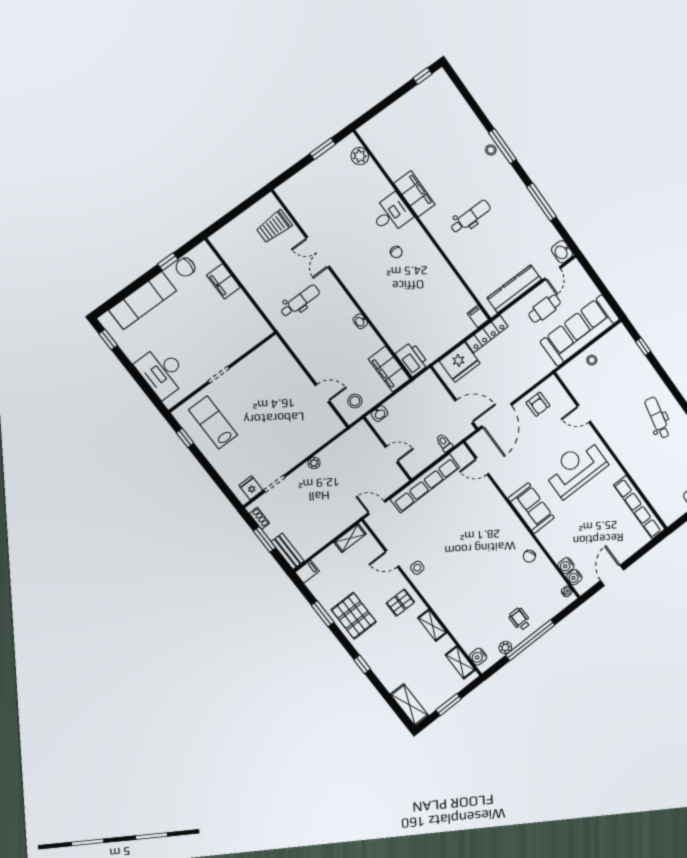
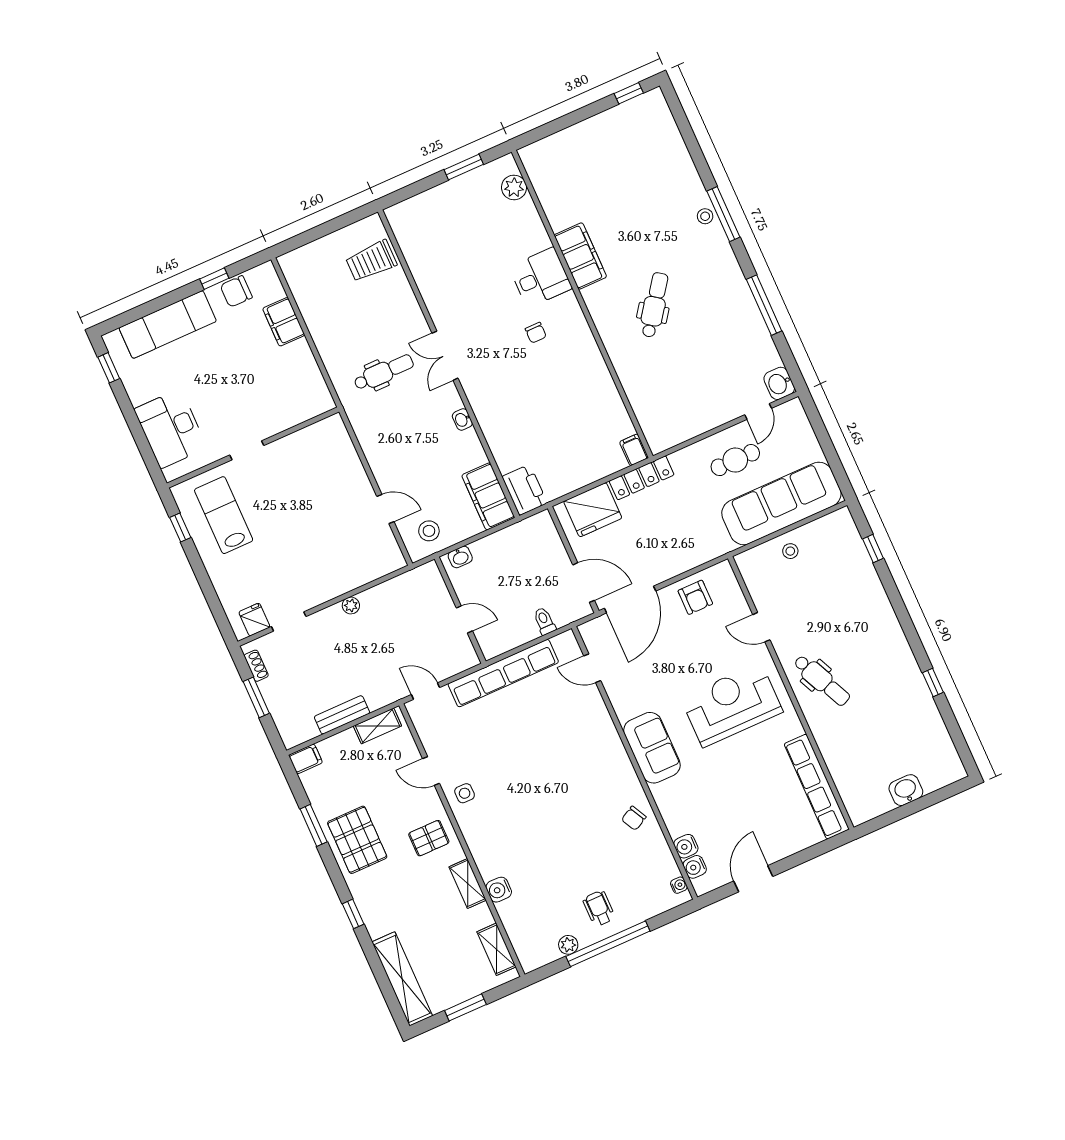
dental chair: (470, 217) -> (654, 305), turned -54
double door: (318, 252) -> (445, 356), moved
kitchen counter: (514, 289) -> (696, 422), removed
dental chair: (657, 418) -> (822, 680), moved, turned 143
bench: (288, 551) -> (342, 715), moved, turned 90
water cooler: (478, 657) -> (499, 890), moved
shelving: (410, 705) -> (402, 979), width x1.47

